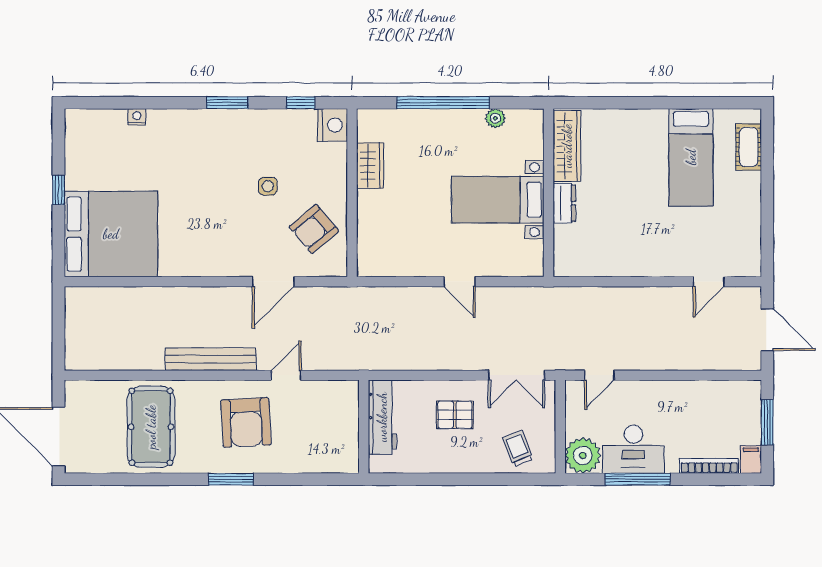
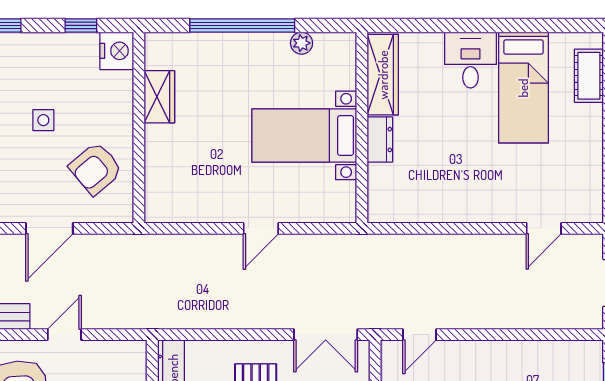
desk: (644, 133) -> (470, 60), added
door: (460, 282) -> (261, 228), hinge flipped

